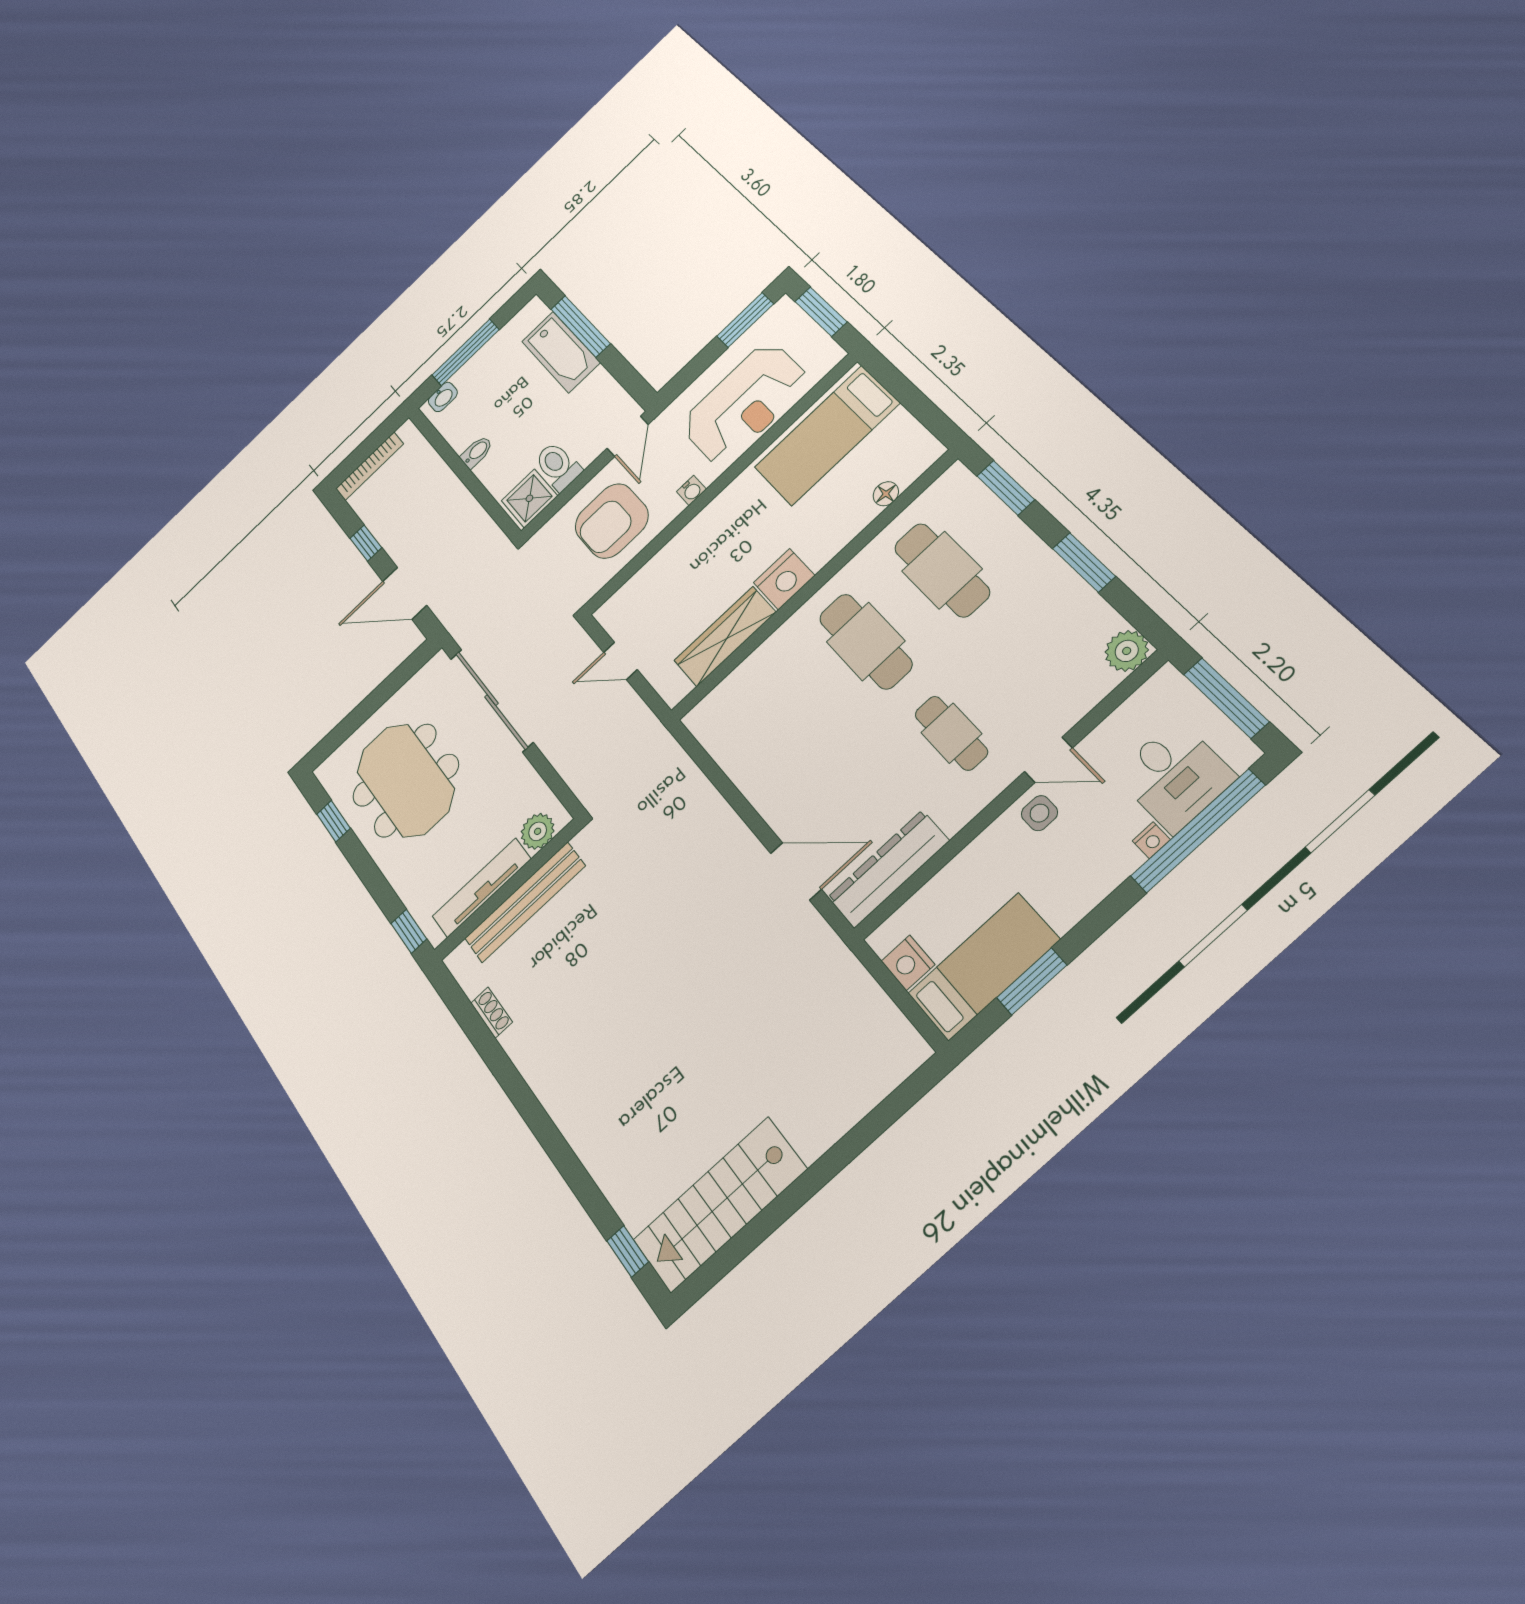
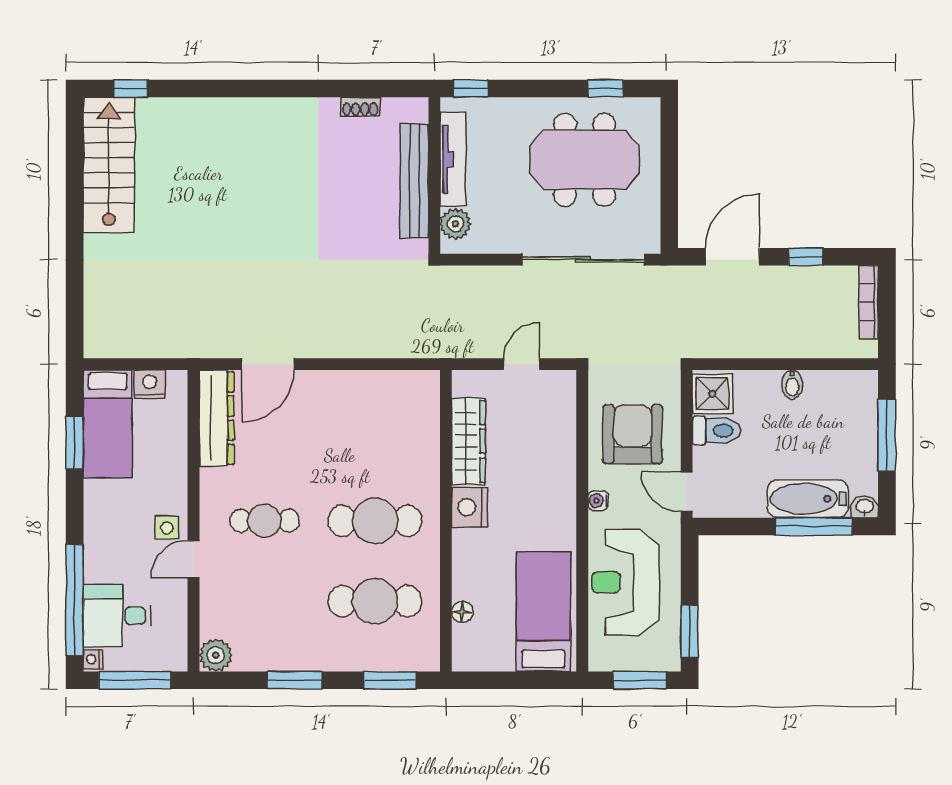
washbasin: (443, 397) -> (864, 507), moved, turned 90
nightstand: (1151, 840) -> (93, 659), moved

